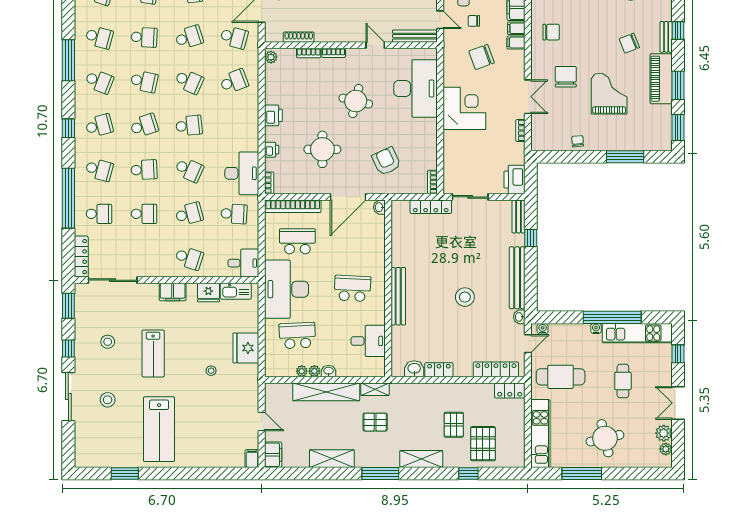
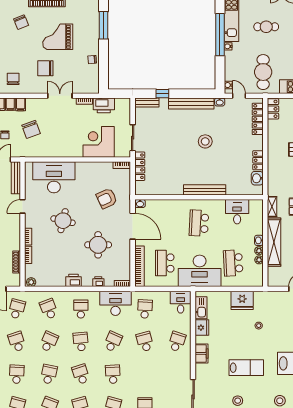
corner desk: (464, 108) -> (99, 142), moved
printer: (514, 180) -> (104, 105), moved
school desk: (144, 214) -> (81, 309), moved

